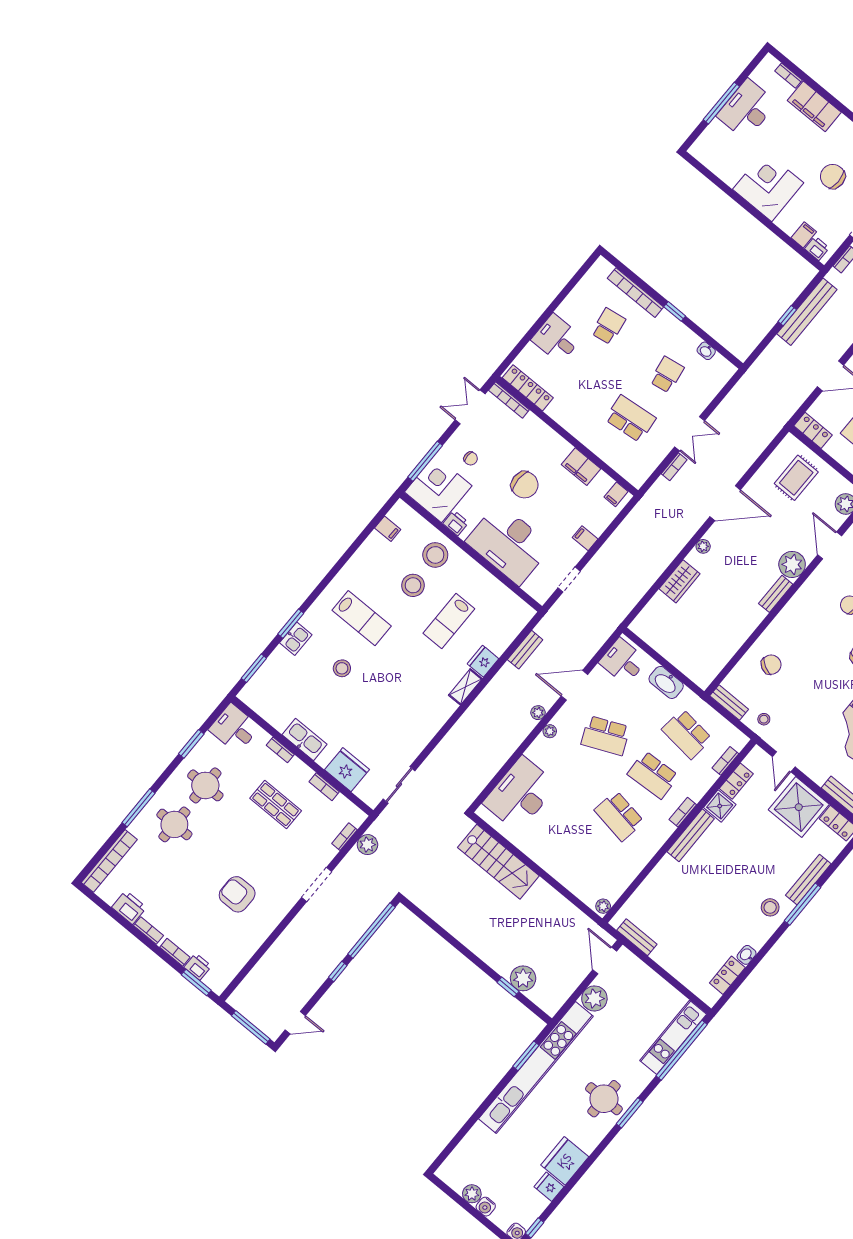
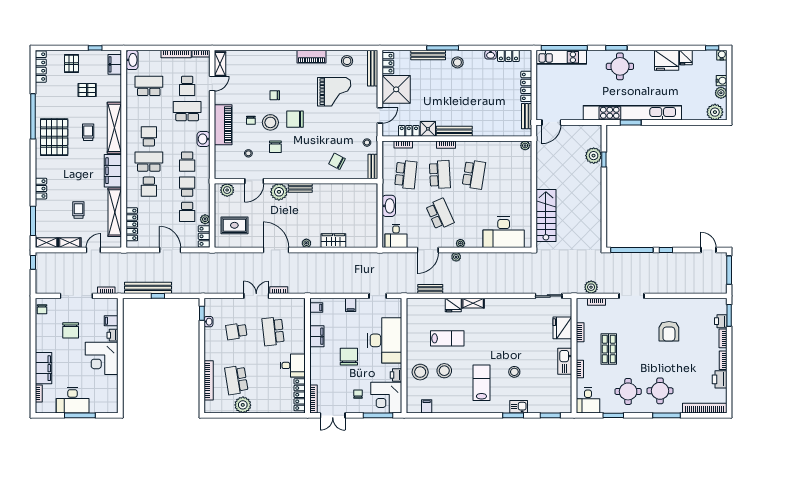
printer: (817, 248) -> (113, 335), moved
plant: (572, 309) -> (243, 405), added
window: (675, 311) -> (202, 313), moved
school desk: (608, 326) -> (236, 380), width x1.85
desk: (557, 339) -> (293, 365), moved, turned -90
plant: (833, 449) -> (205, 219), added
door: (574, 685) -> (428, 250), hinge flipped
locker: (673, 966) -> (526, 86), added
plant: (594, 998) -> (715, 112), moved

